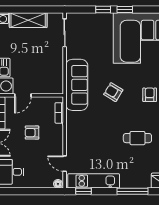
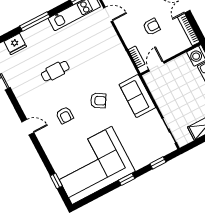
window: (103, 9) -> (158, 163), moved
sofa: (77, 85) -> (137, 96), width x0.73
door: (23, 95) -> (156, 66), moved

